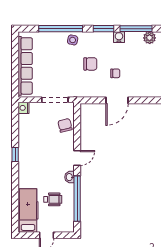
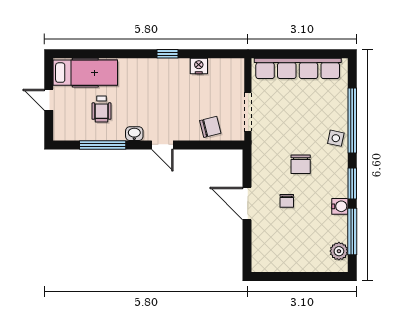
nightstand: (23, 108) -> (199, 66), moved
window: (77, 199) -> (103, 145), width x0.68

